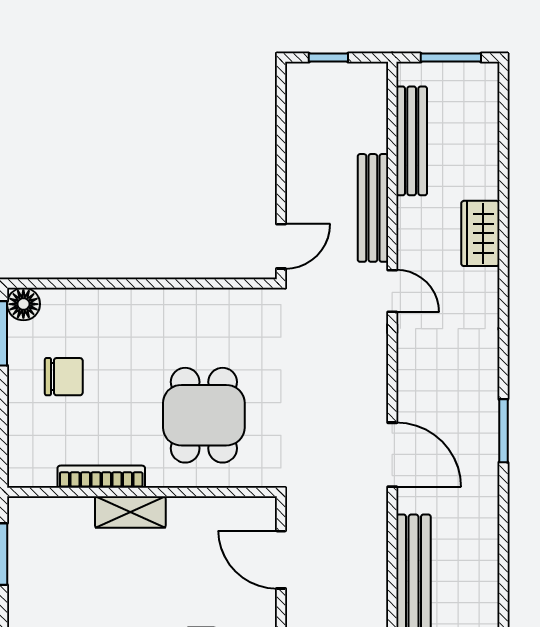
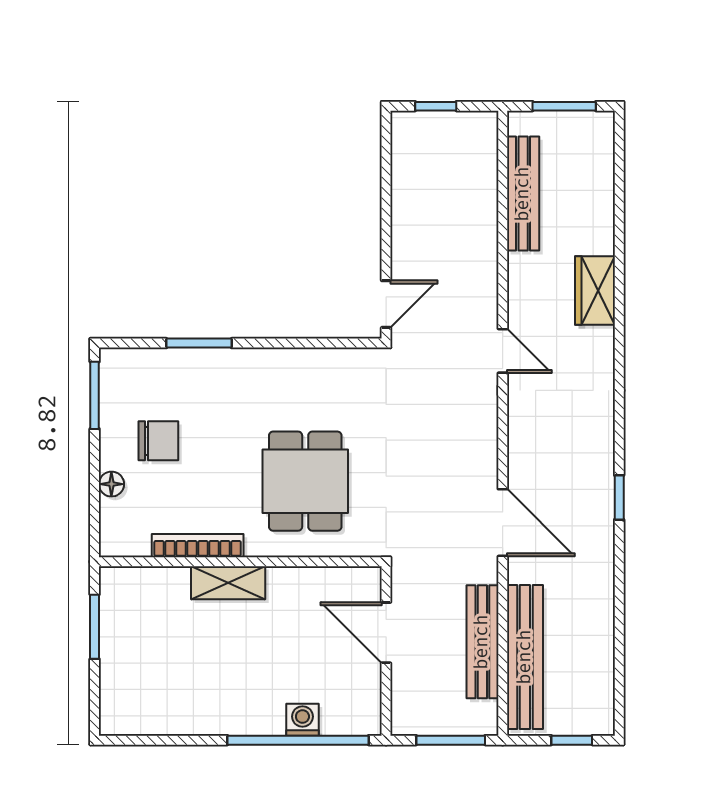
bench: (373, 208) -> (482, 642), moved
window: (103, 284) -> (199, 343), added
floor lamp: (23, 304) -> (111, 484), moved, width x0.73, depth x0.73
window: (503, 431) -> (619, 497), width x0.67

